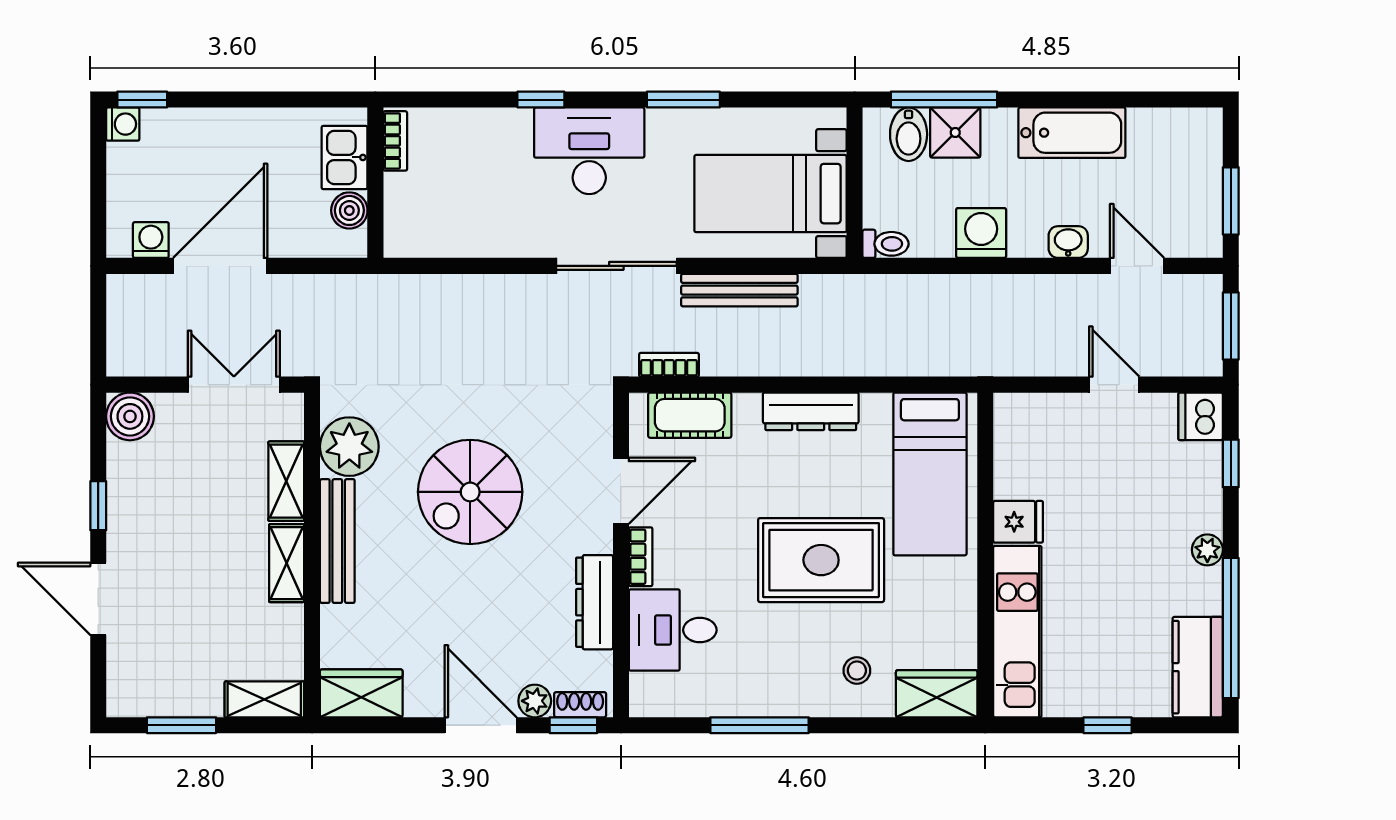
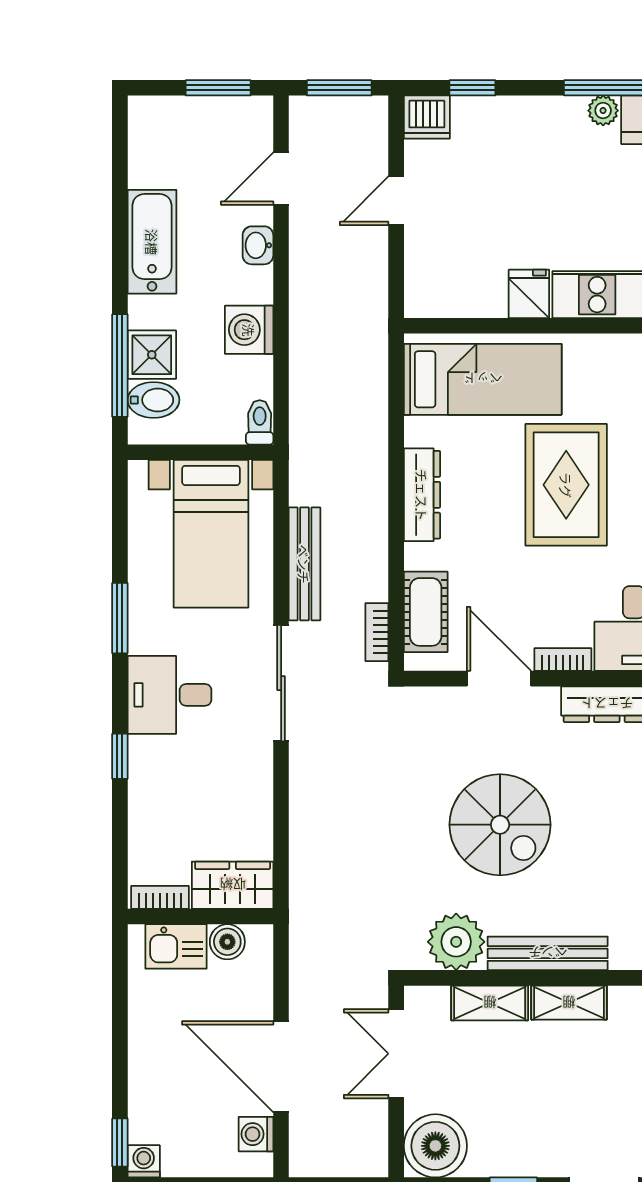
desk: (589, 151) -> (170, 695), width x0.73
wardrobe: (408, 216) -> (233, 885), added
boiler: (130, 416) -> (435, 1146), width x1.37, depth x1.37
plant: (1207, 550) -> (603, 111), moved

